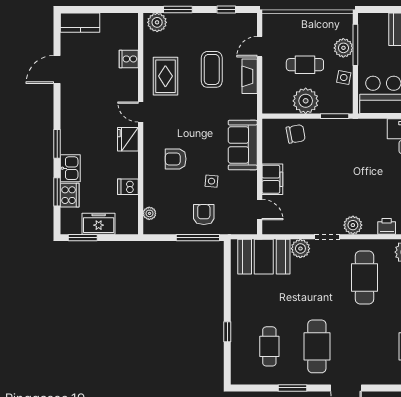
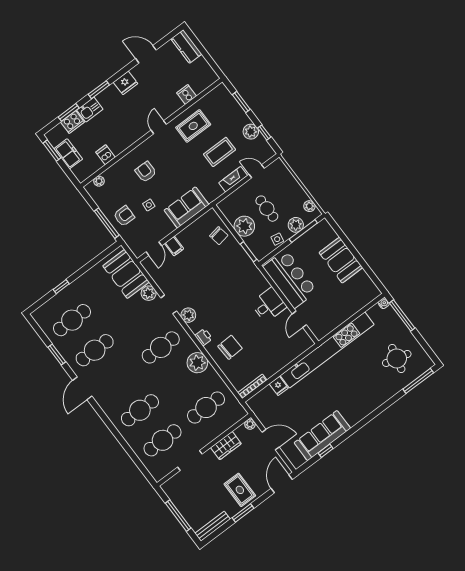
plant: (335, 20) -> (309, 206), added
plant: (157, 22) -> (251, 132), moved
fridge: (128, 139) -> (126, 83), moved, turned 180
filing cabinet: (272, 179) -> (174, 246), width x0.50
cafe table: (269, 346) -> (72, 320), width x1.37, depth x1.35

